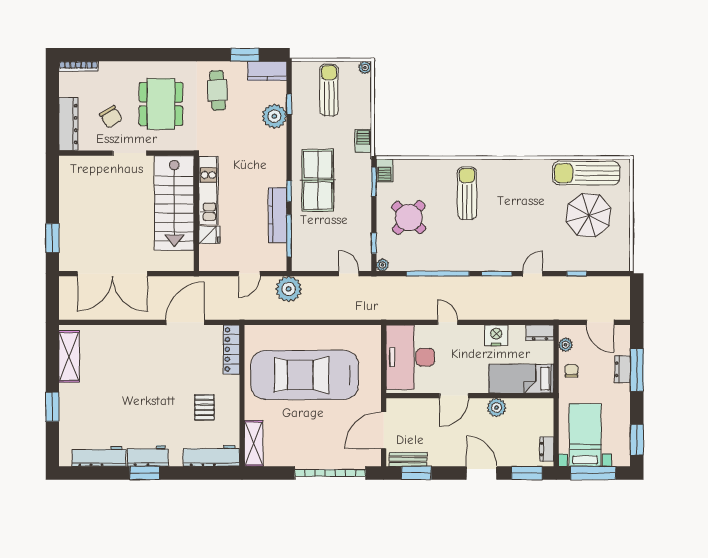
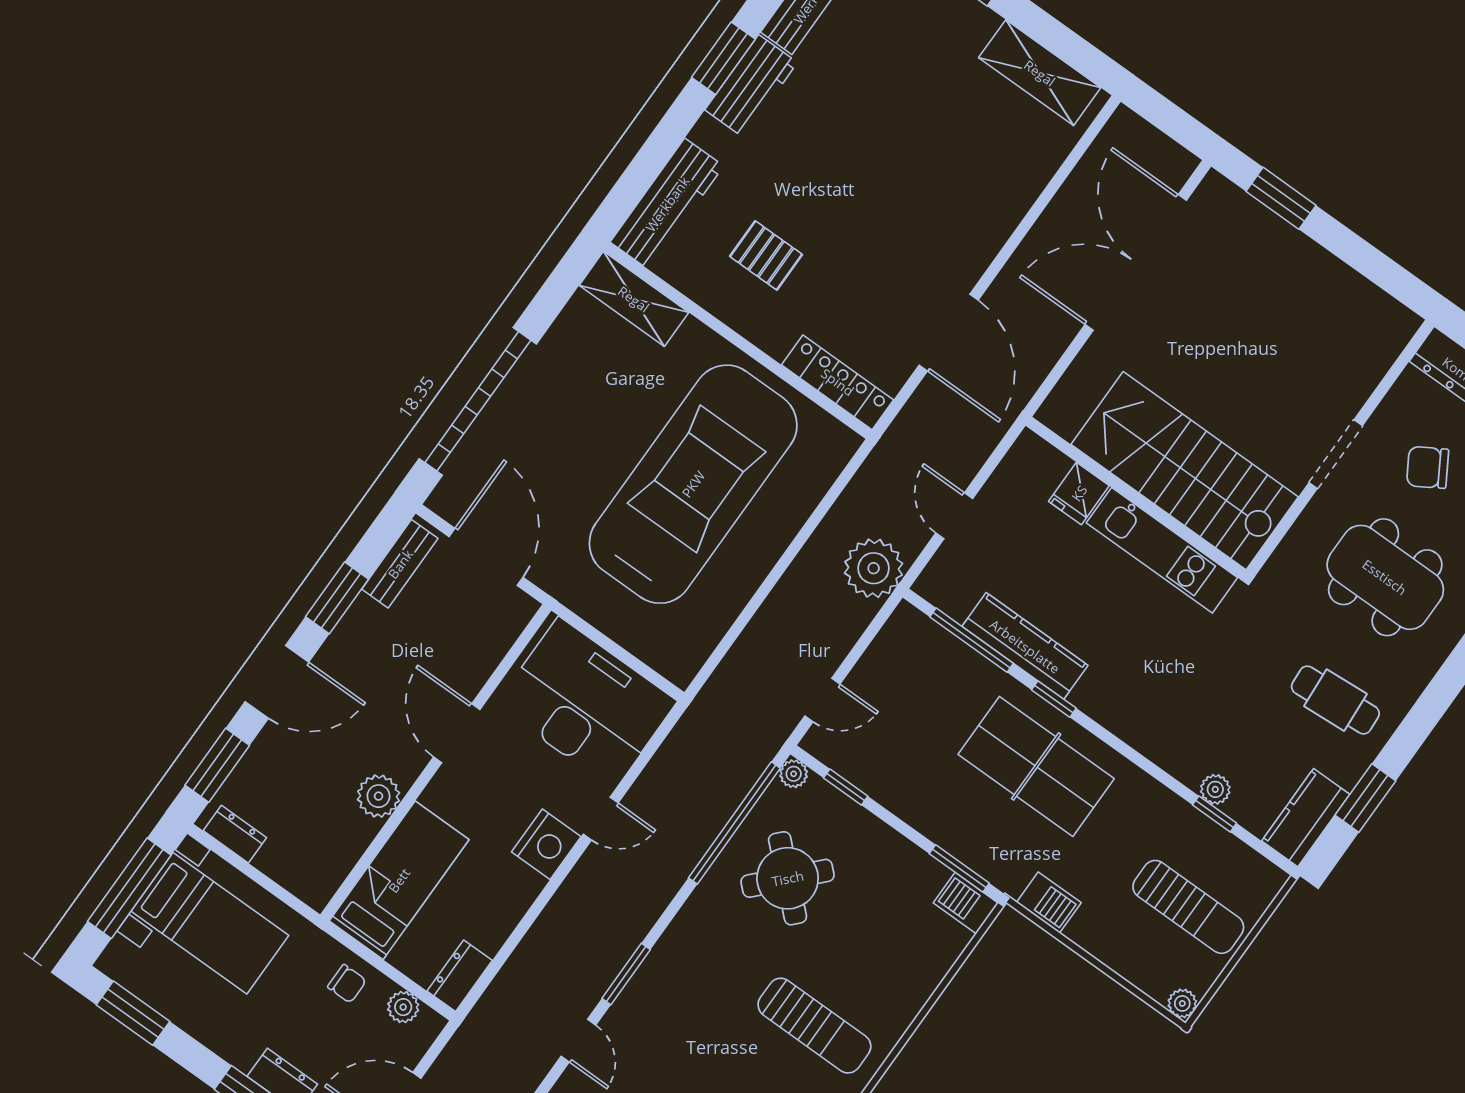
plant: (274, 116) -> (1215, 789), width x0.53, depth x0.53
round table: (409, 218) -> (788, 878), moved
window: (438, 274) -> (734, 823), moved
nightstand: (496, 335) -> (546, 844), moved
window: (416, 473) -> (337, 598), moved

